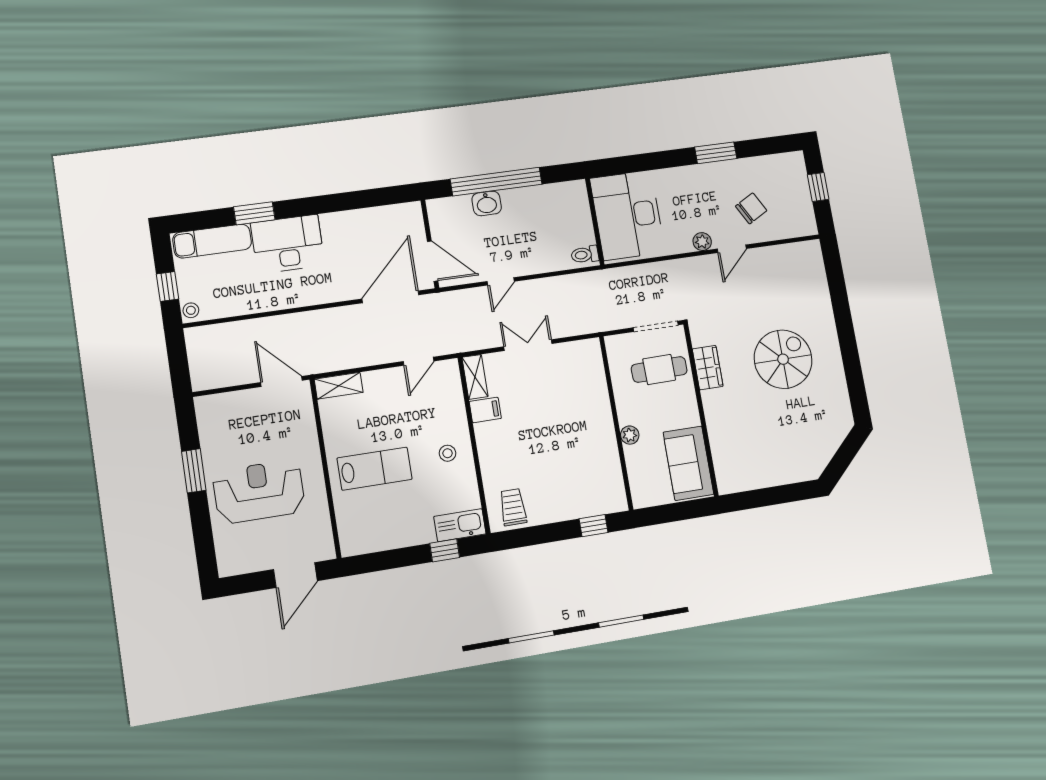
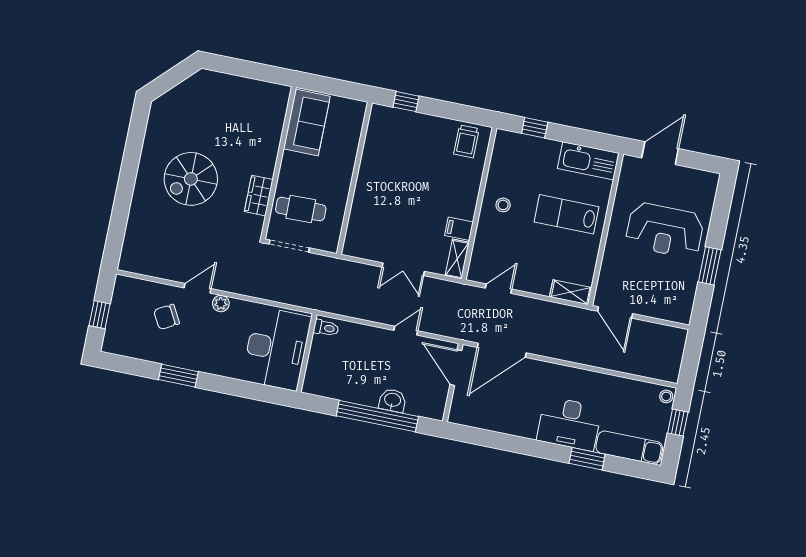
plant: (630, 435) -> (347, 164), removed
kitchen sink: (460, 525) -> (588, 161), moved, width x1.36, depth x1.24

